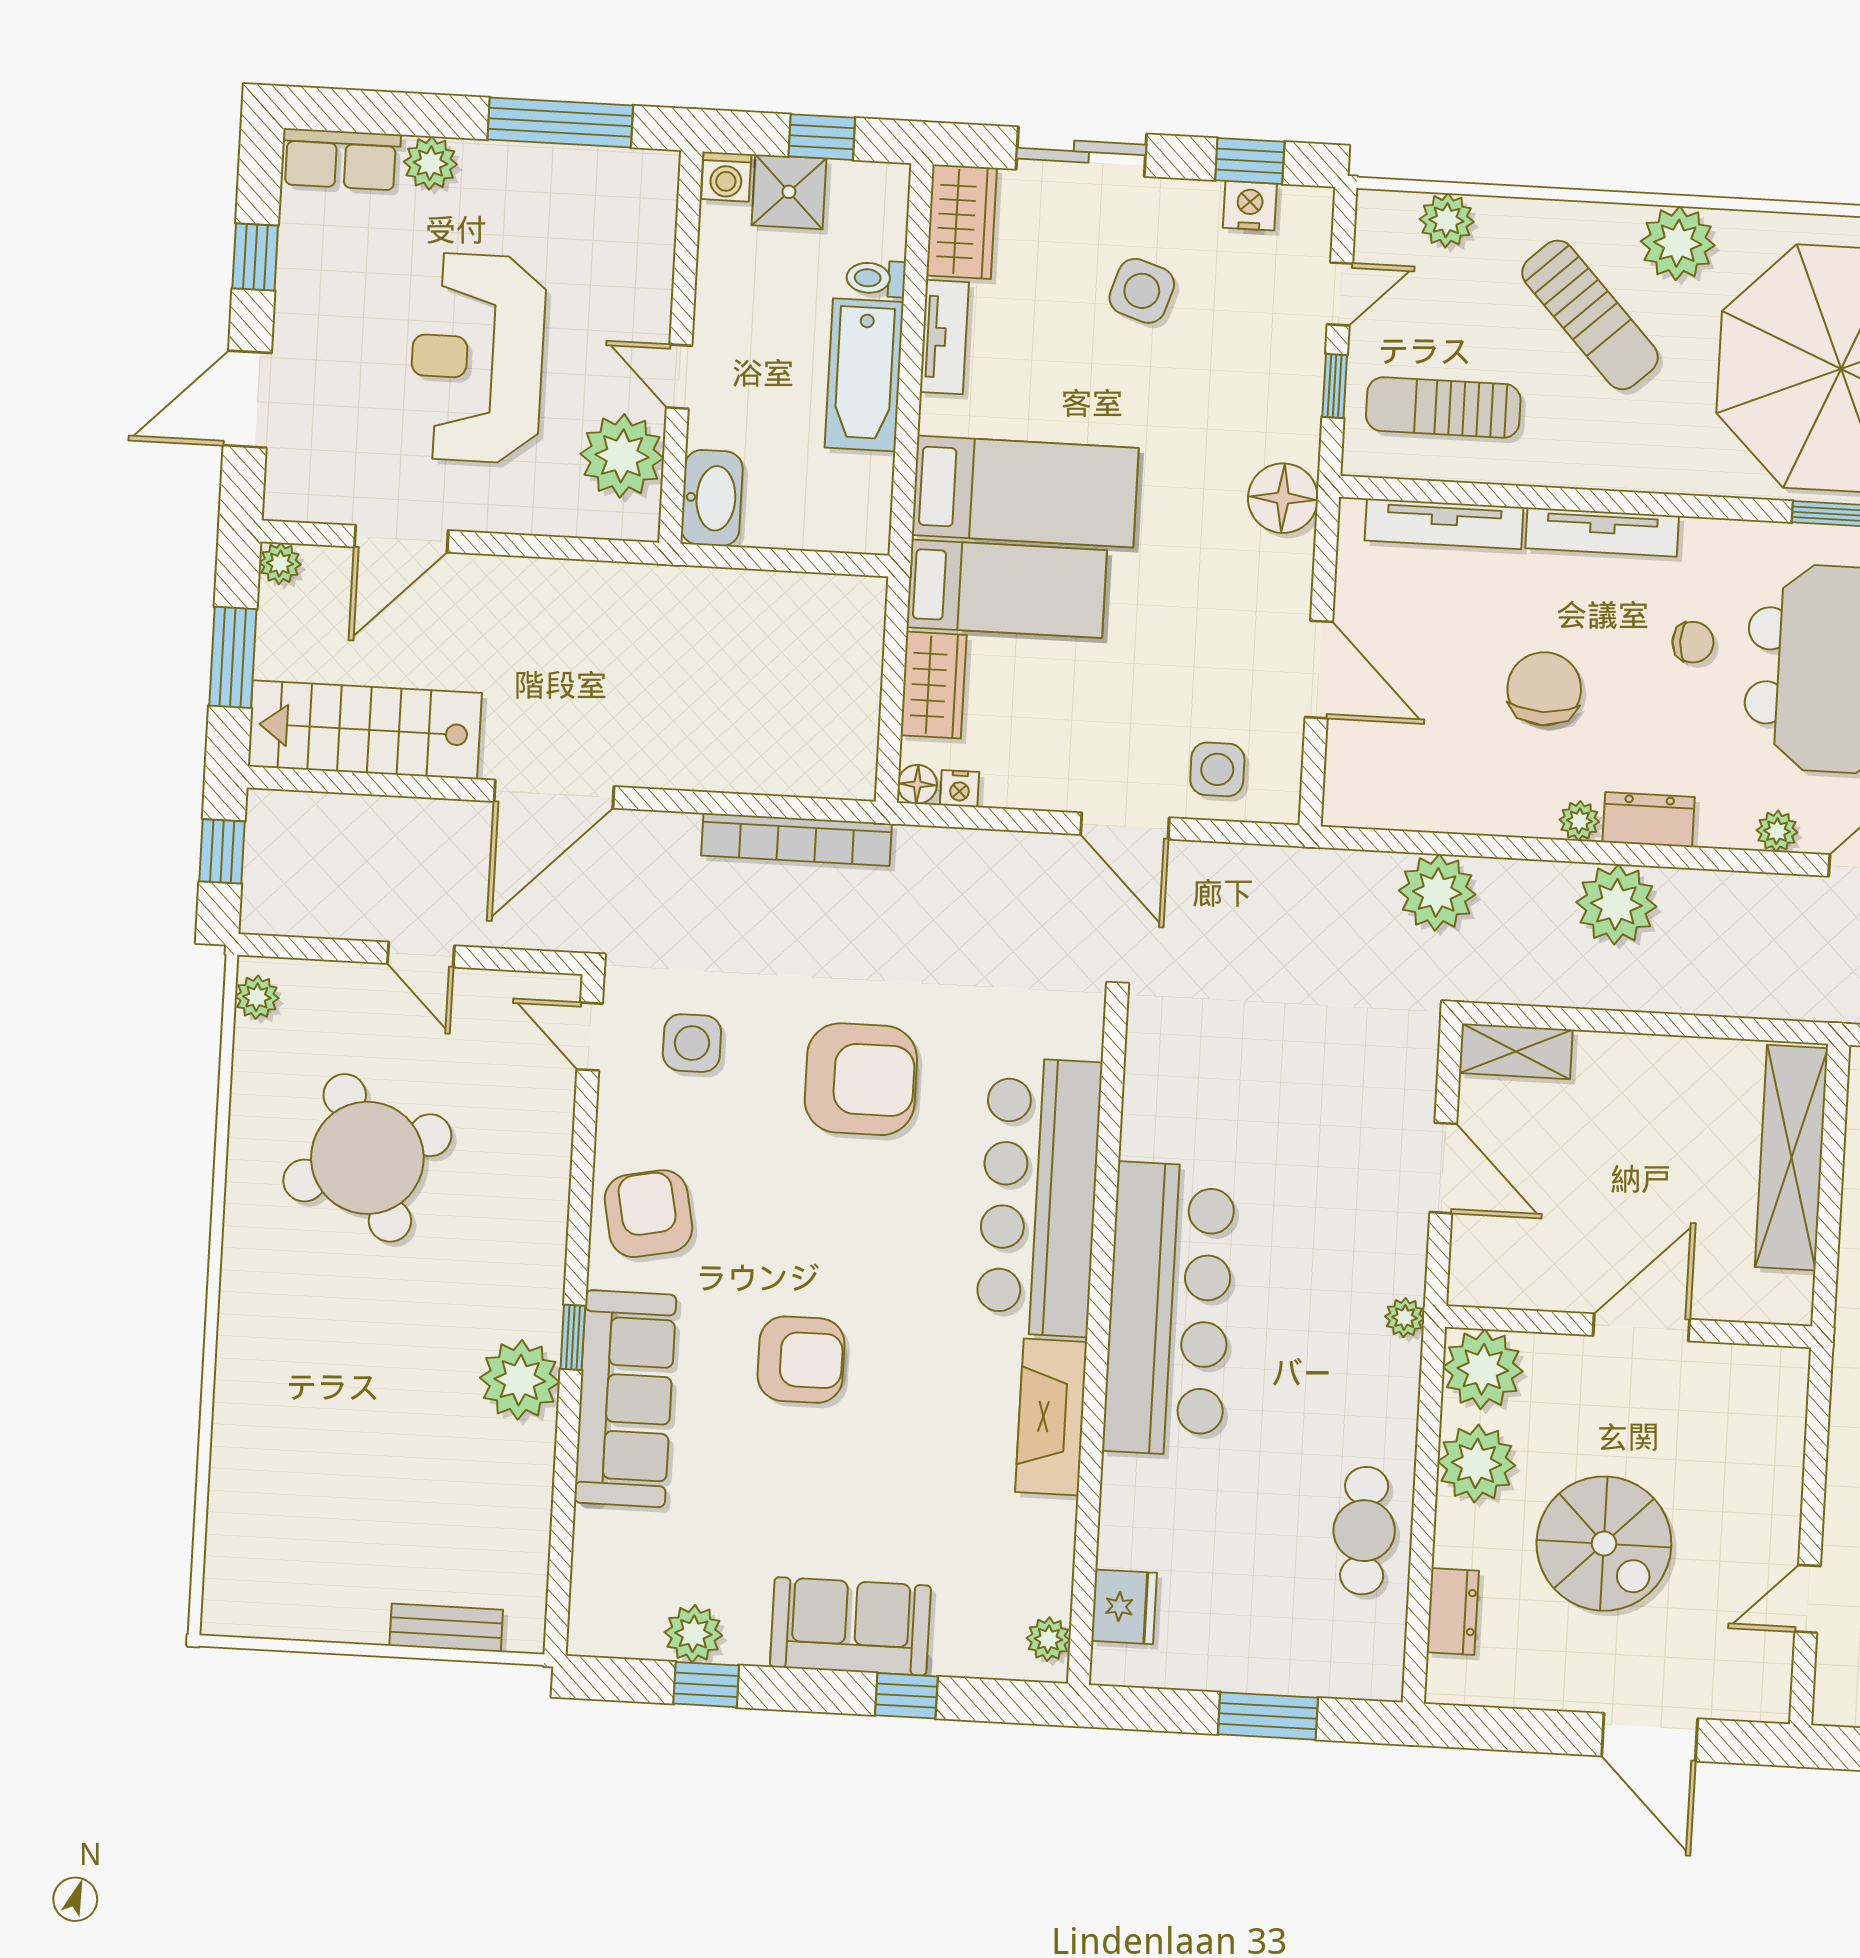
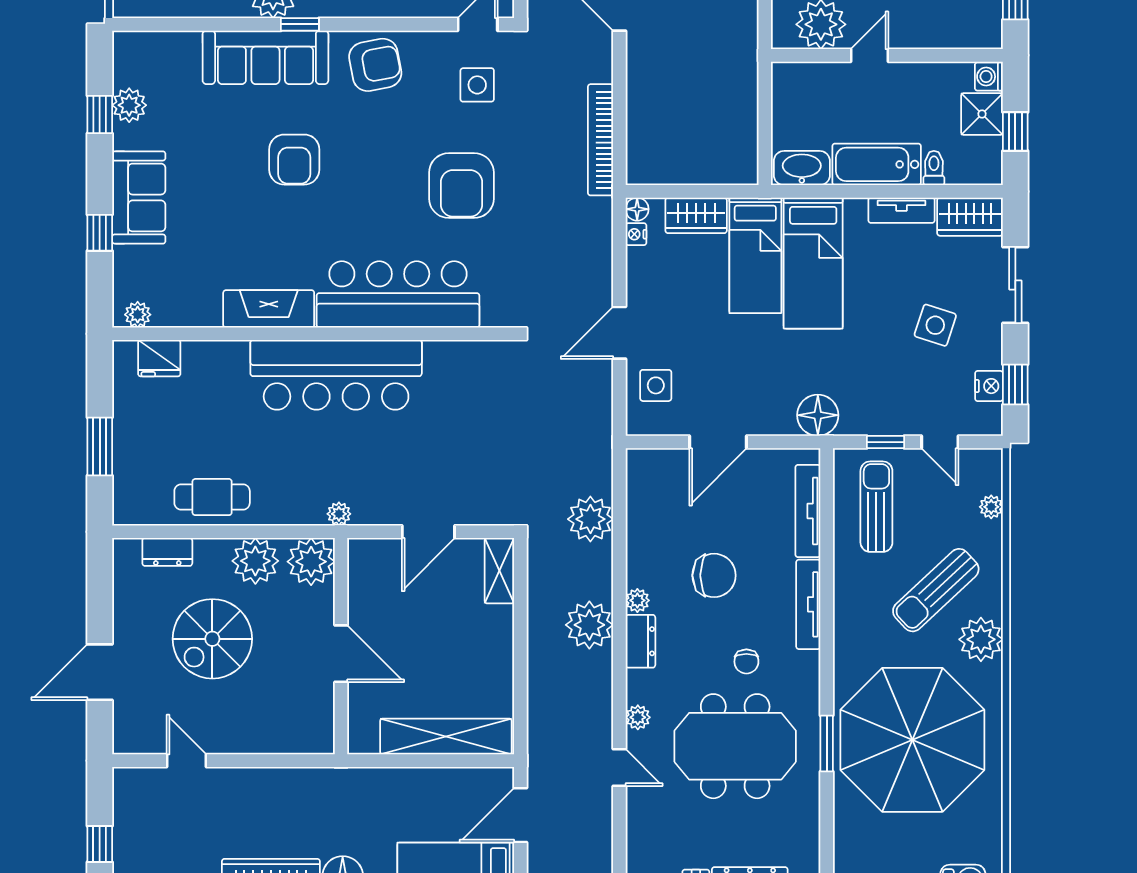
plant: (1447, 220) -> (991, 507), width x0.73, depth x0.73
washbasin: (712, 498) -> (802, 168), moved, turned 180

